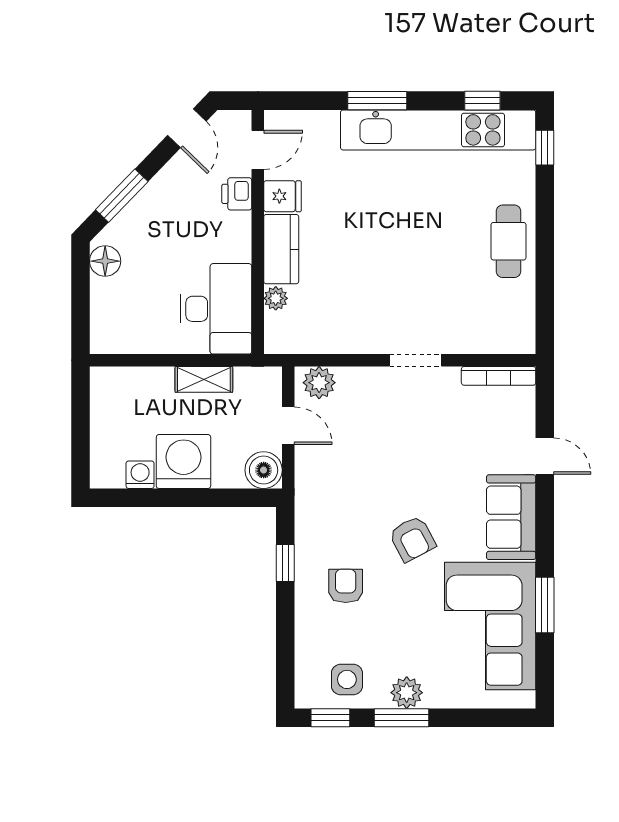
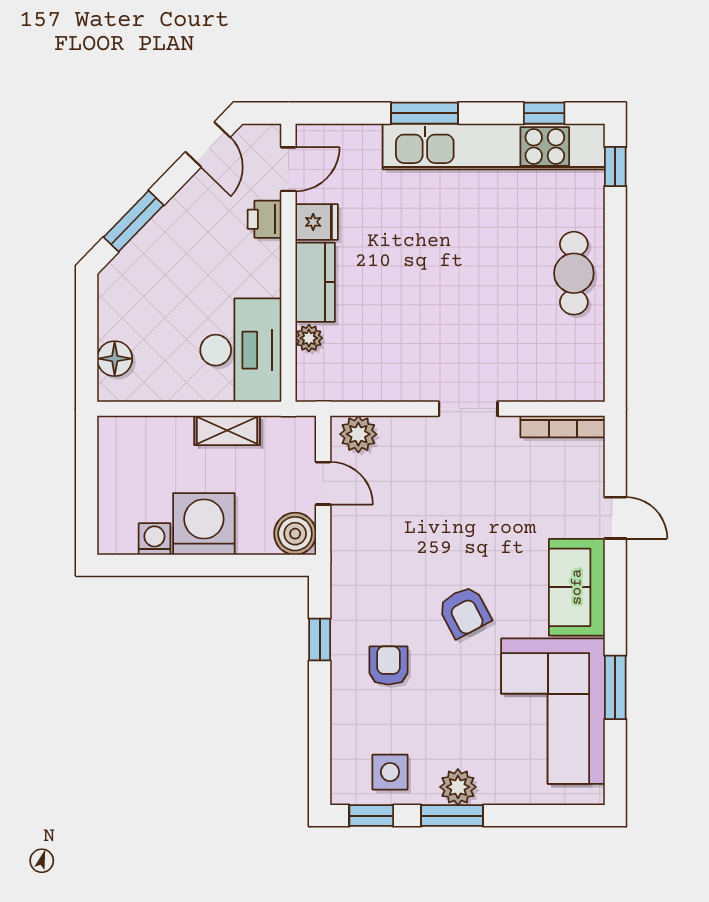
floor lamp: (105, 261) -> (115, 359), moved

